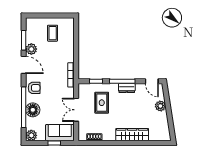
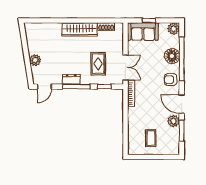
door: (152, 81) -> (44, 87), swing flipped
double door: (76, 110) -> (126, 67), moved
wardrobe: (132, 135) -> (80, 29), moved

